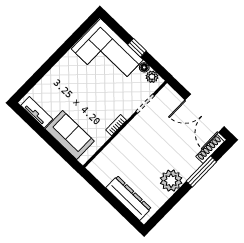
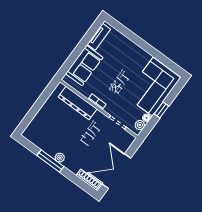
window: (201, 172) -> (50, 161), moved
plant: (171, 181) -> (60, 158), width x0.53, depth x0.53
dresser: (129, 198) -> (78, 103), moved, turned 90

